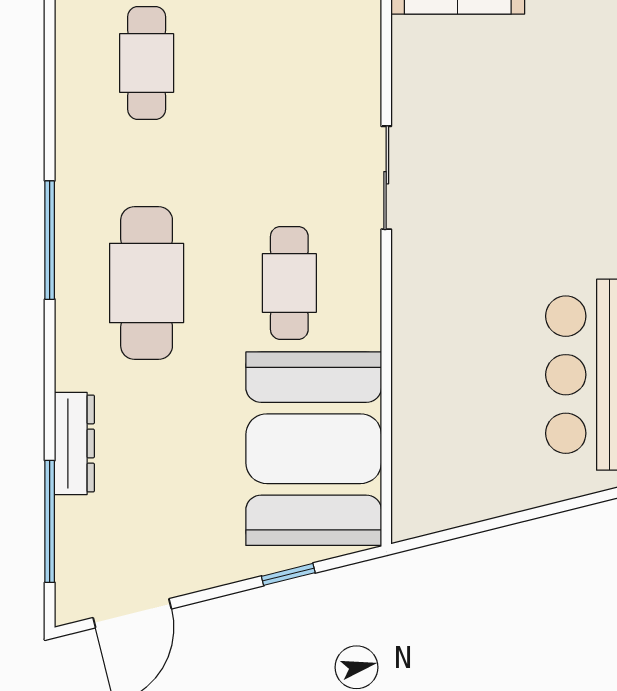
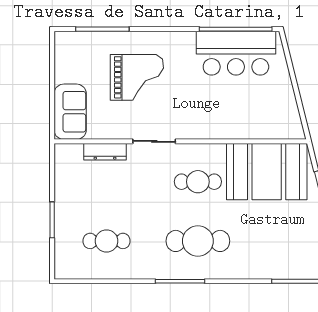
grand piano: (541, 136) -> (137, 77), added
dresser: (74, 443) -> (105, 152), moved, turned 180

